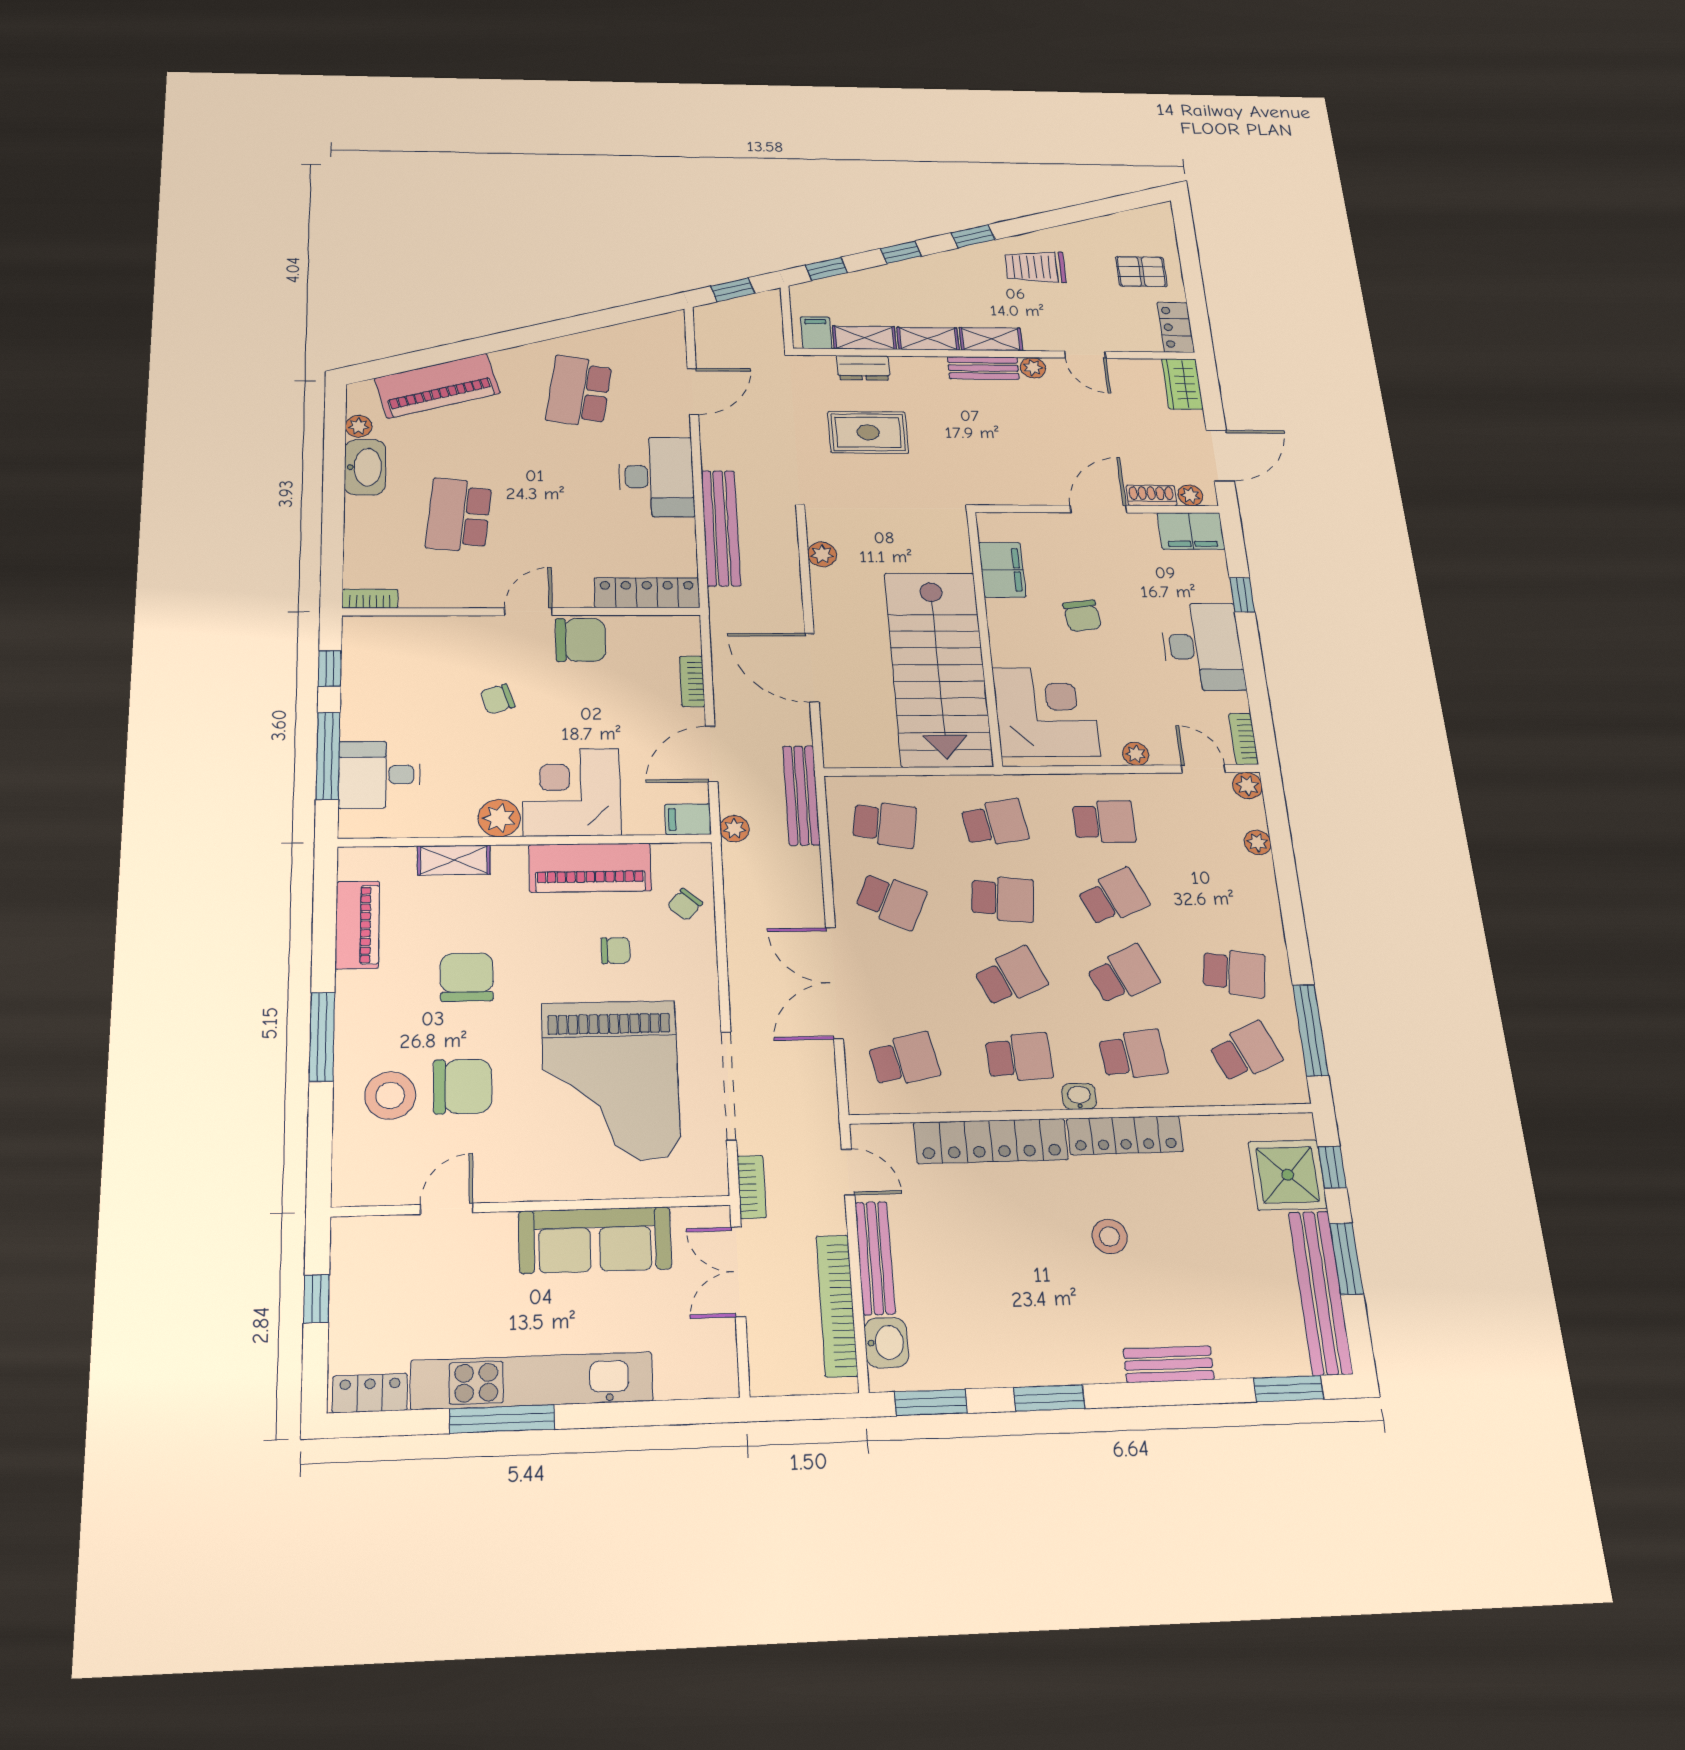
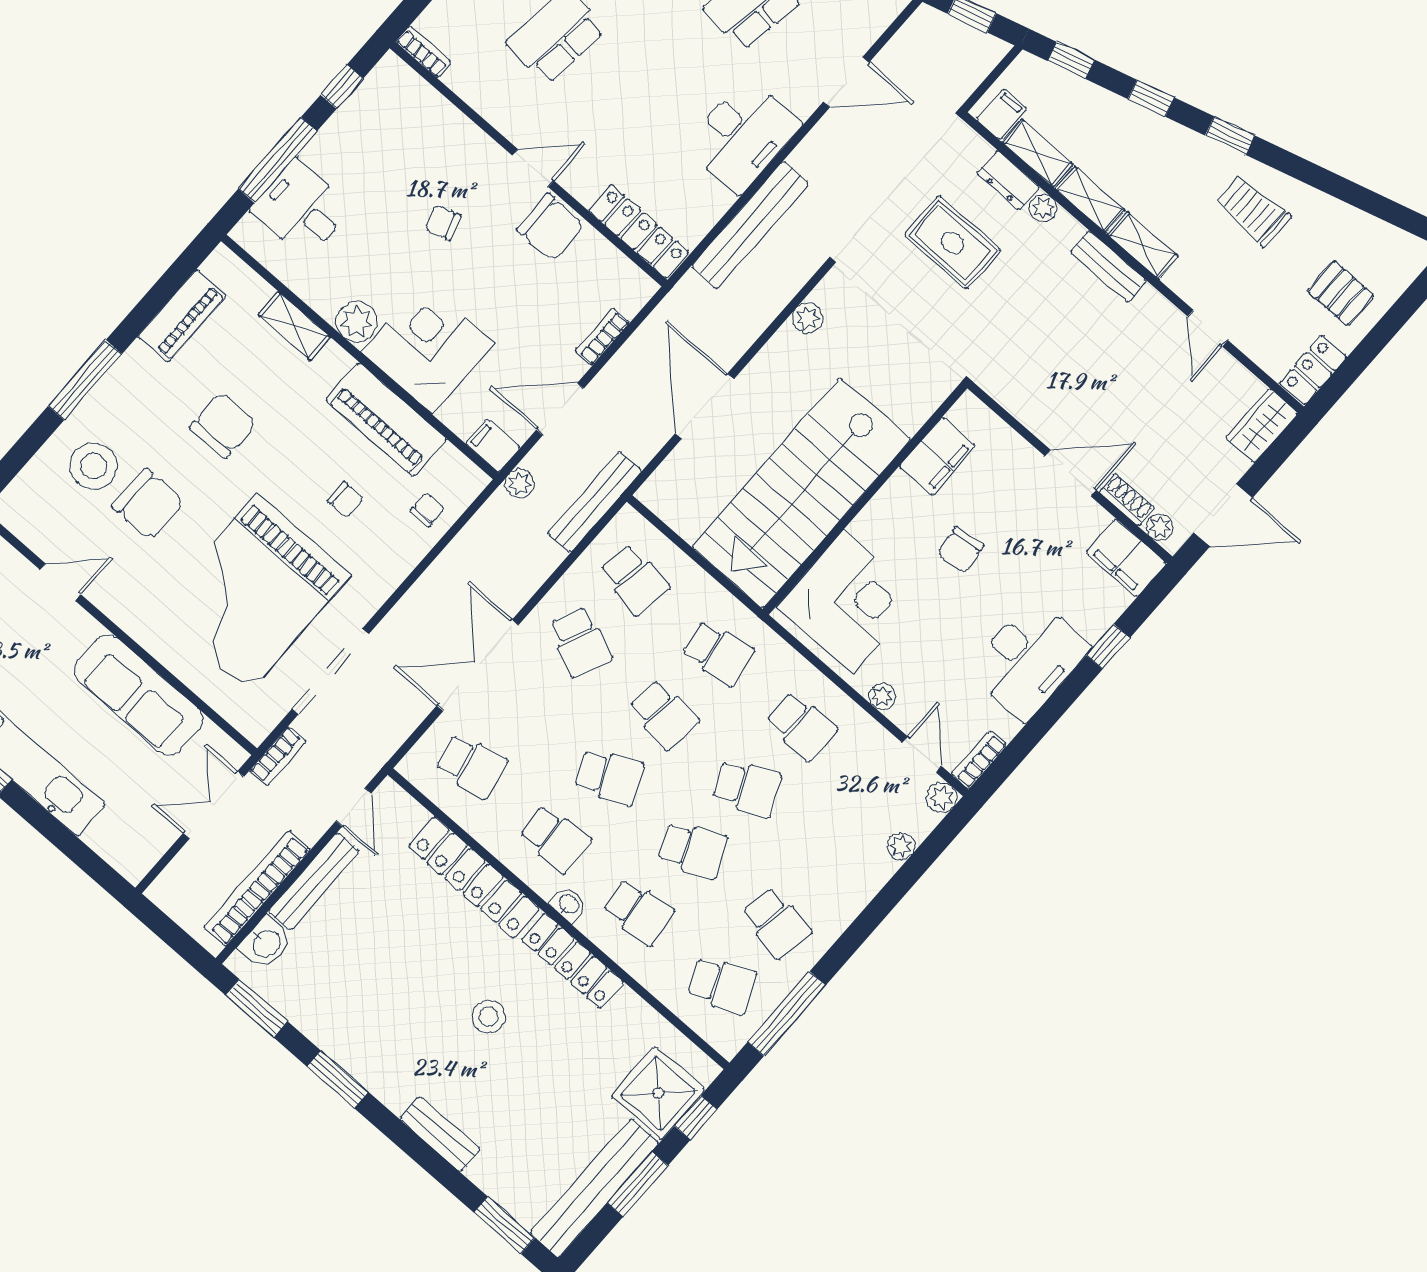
plant: (1033, 368) -> (1043, 208), moved
chair: (685, 904) -> (428, 510), turned 139

